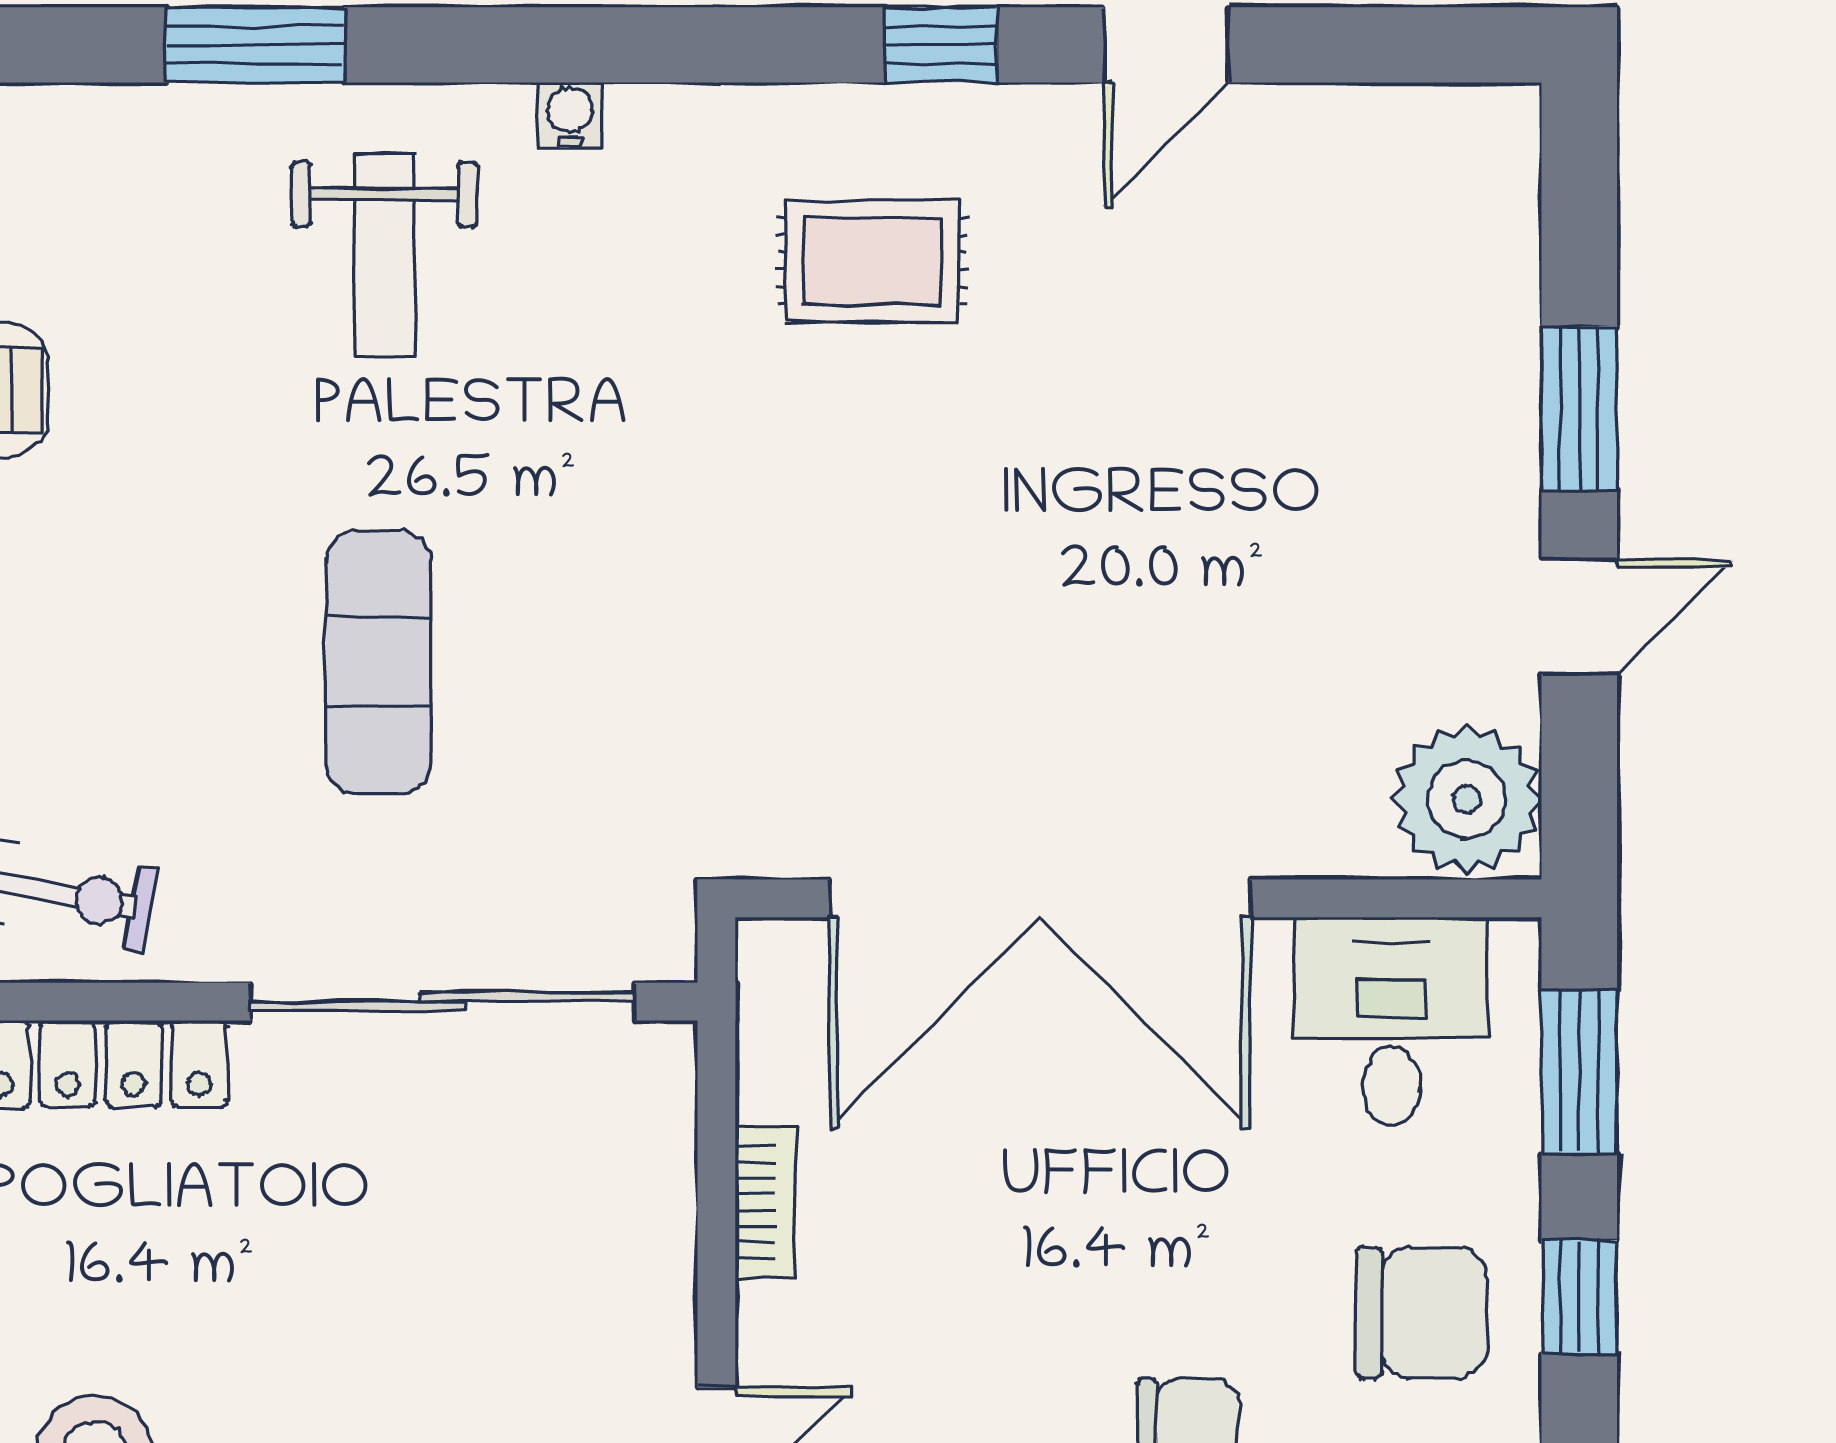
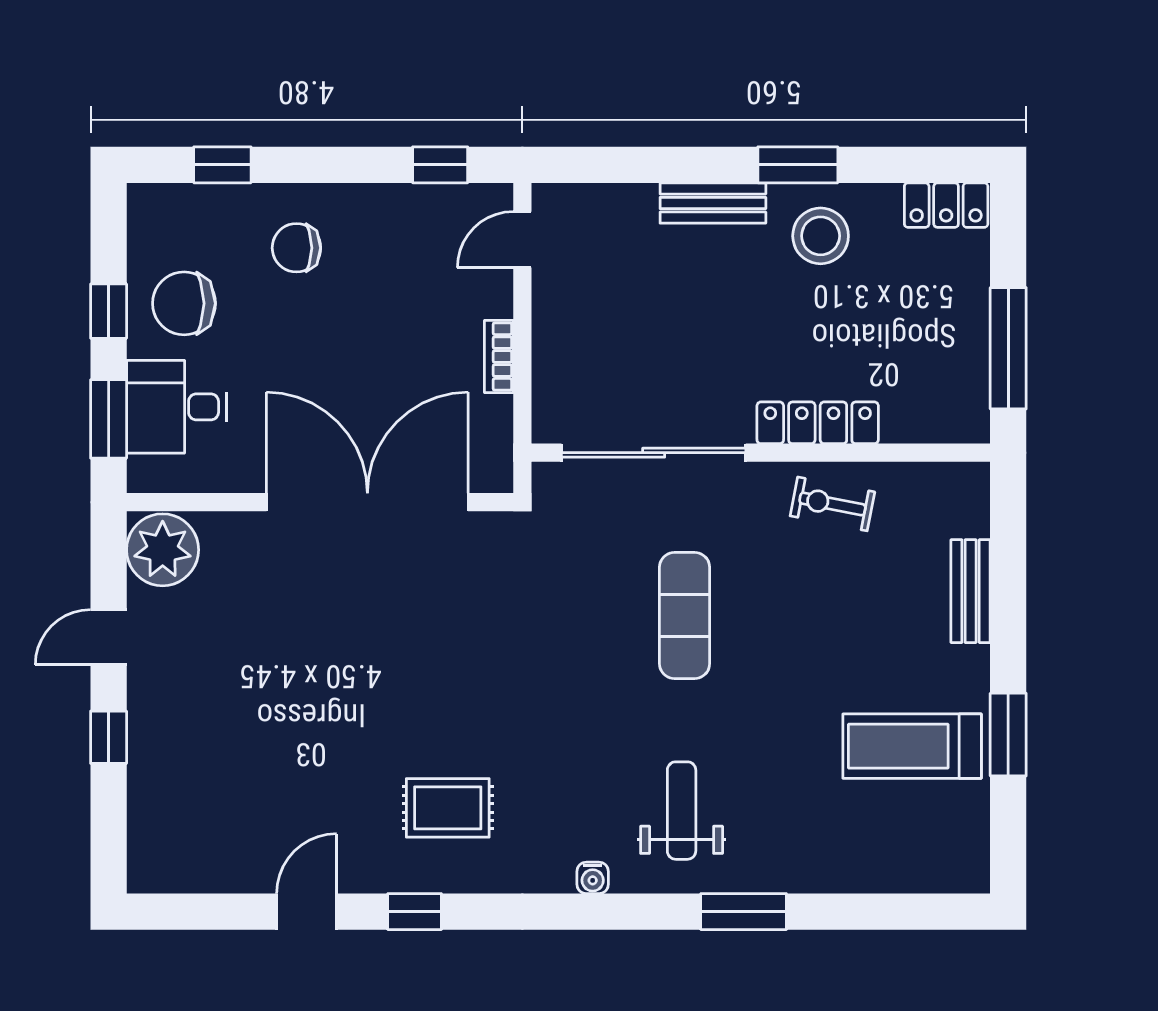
window: (1579, 408) -> (109, 737), width x0.67
desk: (1391, 1021) -> (177, 407), moved, turned 90

